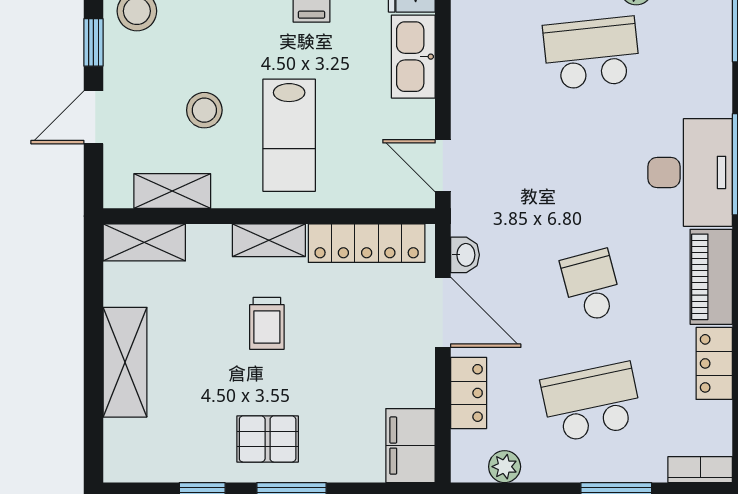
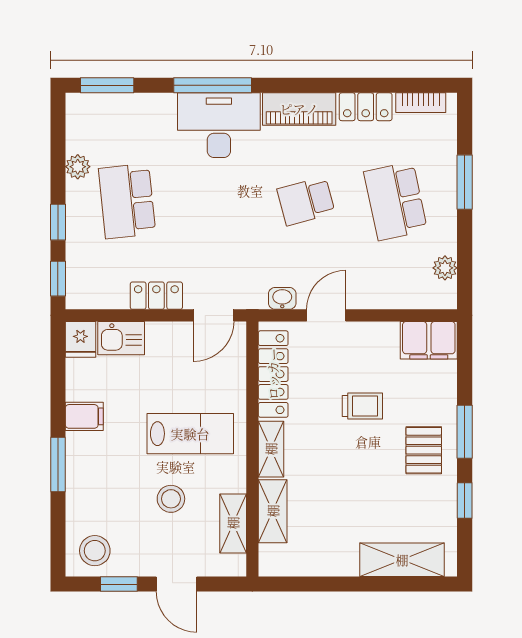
kitchen sink: (413, 57) -> (121, 338), width x0.73
shelving: (144, 242) -> (273, 511), moved
door: (443, 312) -> (326, 315), width x0.73
trolley: (267, 323) -> (362, 406), moved
shelving: (125, 362) -> (402, 560), moved
locker: (469, 393) -> (156, 296), moved
bookcase: (700, 470) -> (421, 103), moved, turned -90

